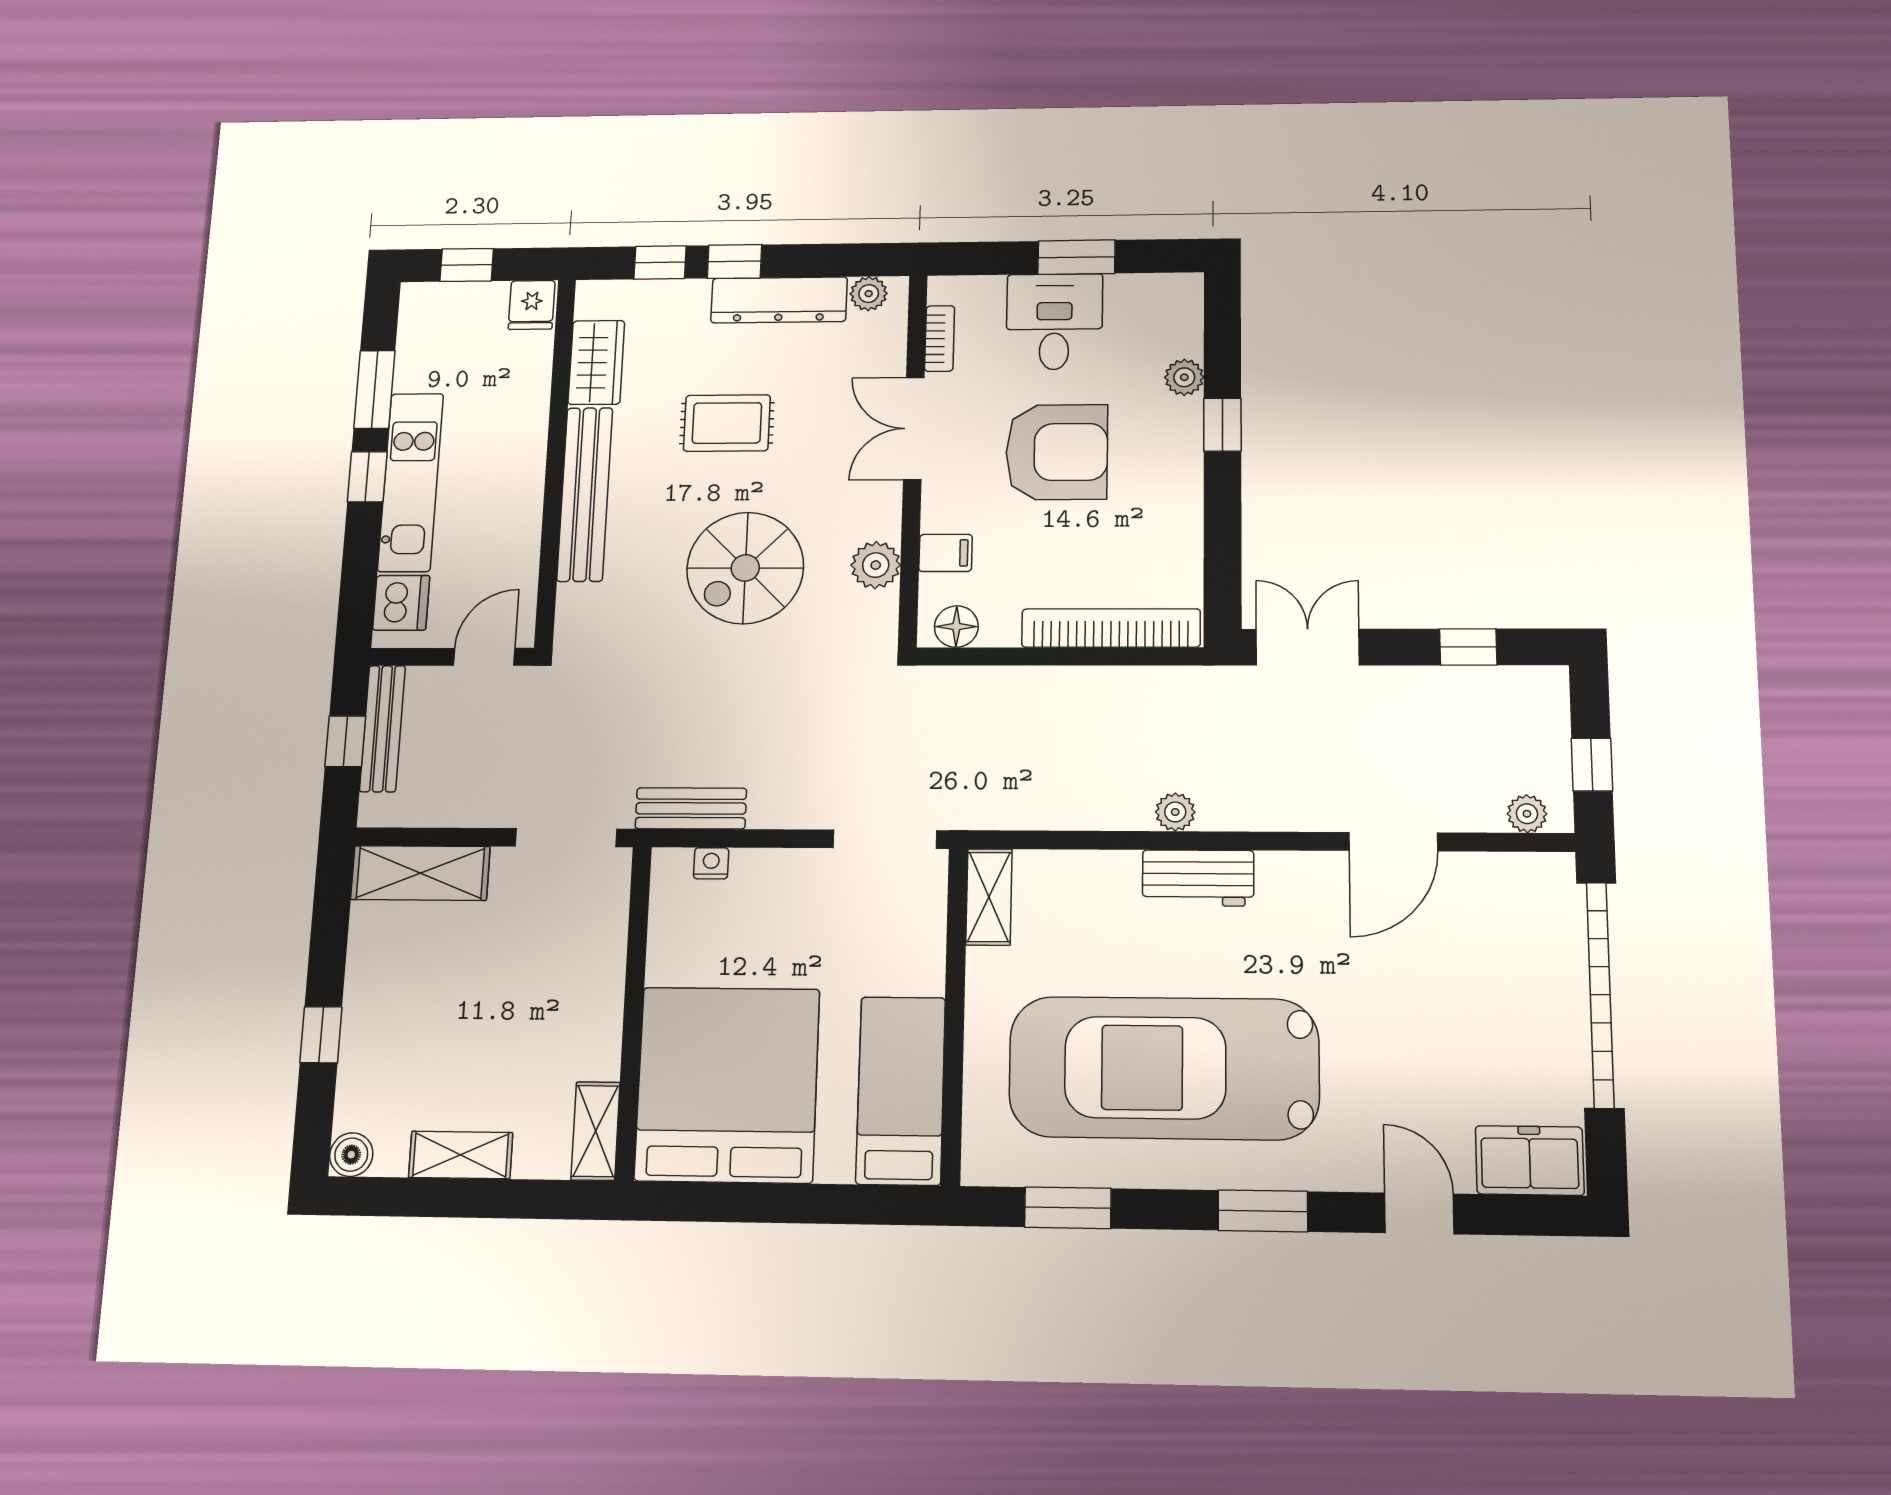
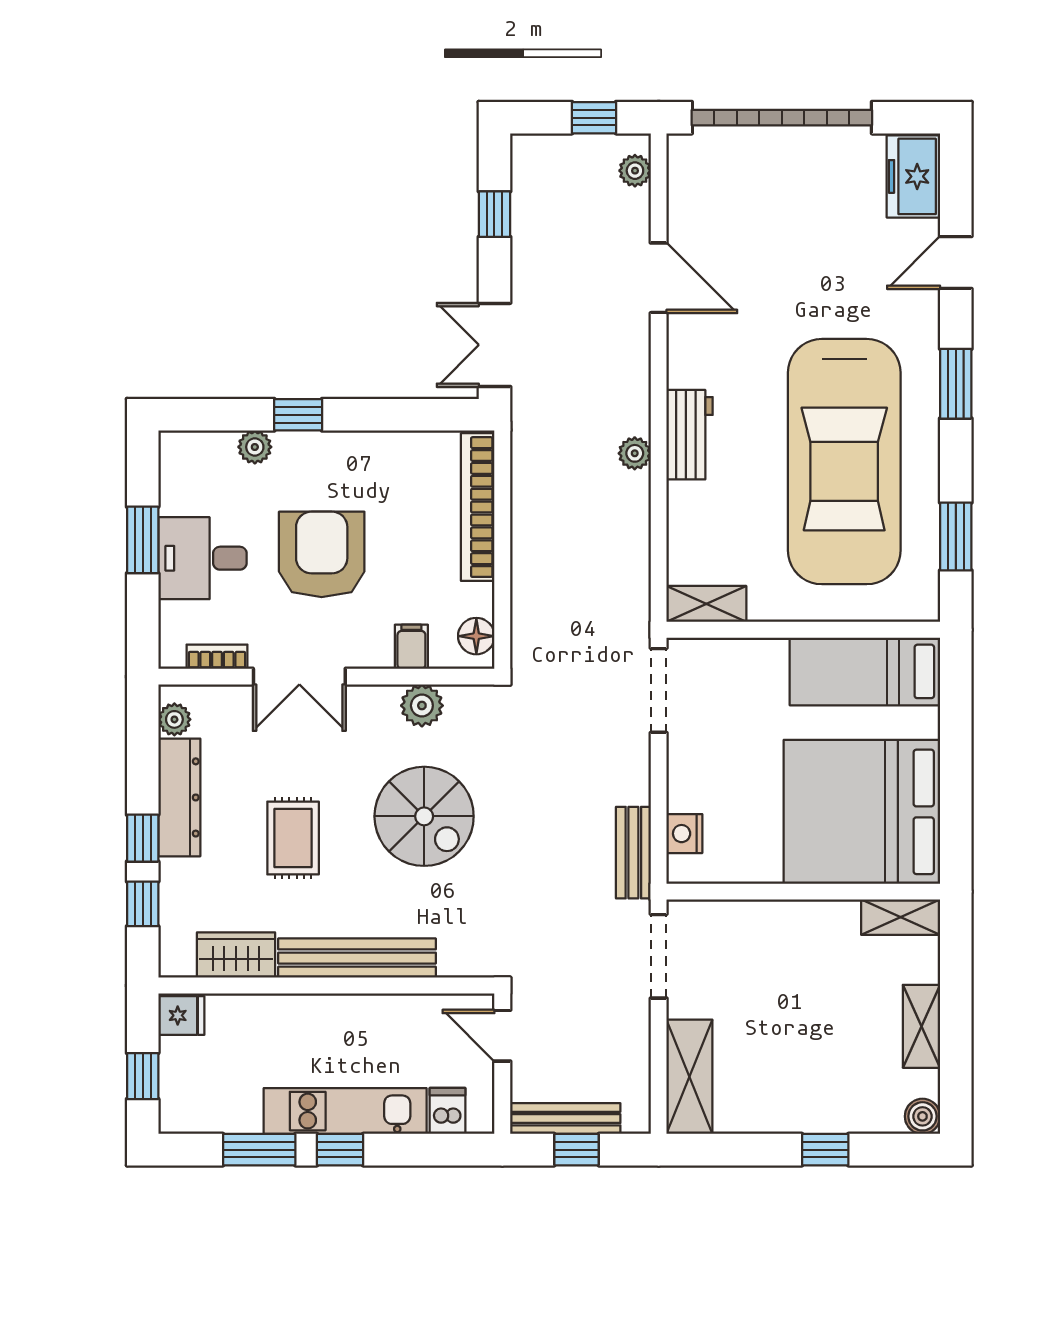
dishwasher: (401, 603) -> (448, 1111), width x0.73
nightstand: (711, 863) -> (684, 834), width x1.39, depth x1.35

